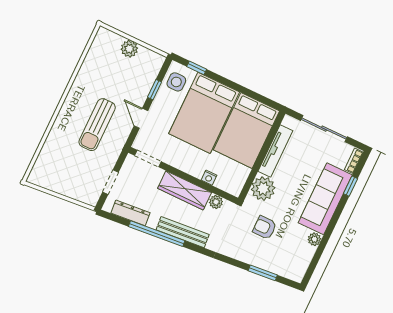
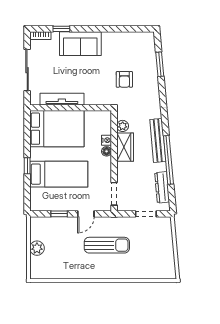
window: (197, 68) -> (27, 166), moved
side table: (176, 82) -> (45, 200), removed
bed: (204, 113) -> (59, 174), width x0.67
floor lamp: (197, 172) -> (107, 151), added
plant: (263, 189) -> (95, 95), removed
wardrobe: (185, 190) -> (125, 147), width x0.67
sofa: (325, 199) -> (80, 44), width x0.73
plant: (314, 239) -> (115, 37), removed

